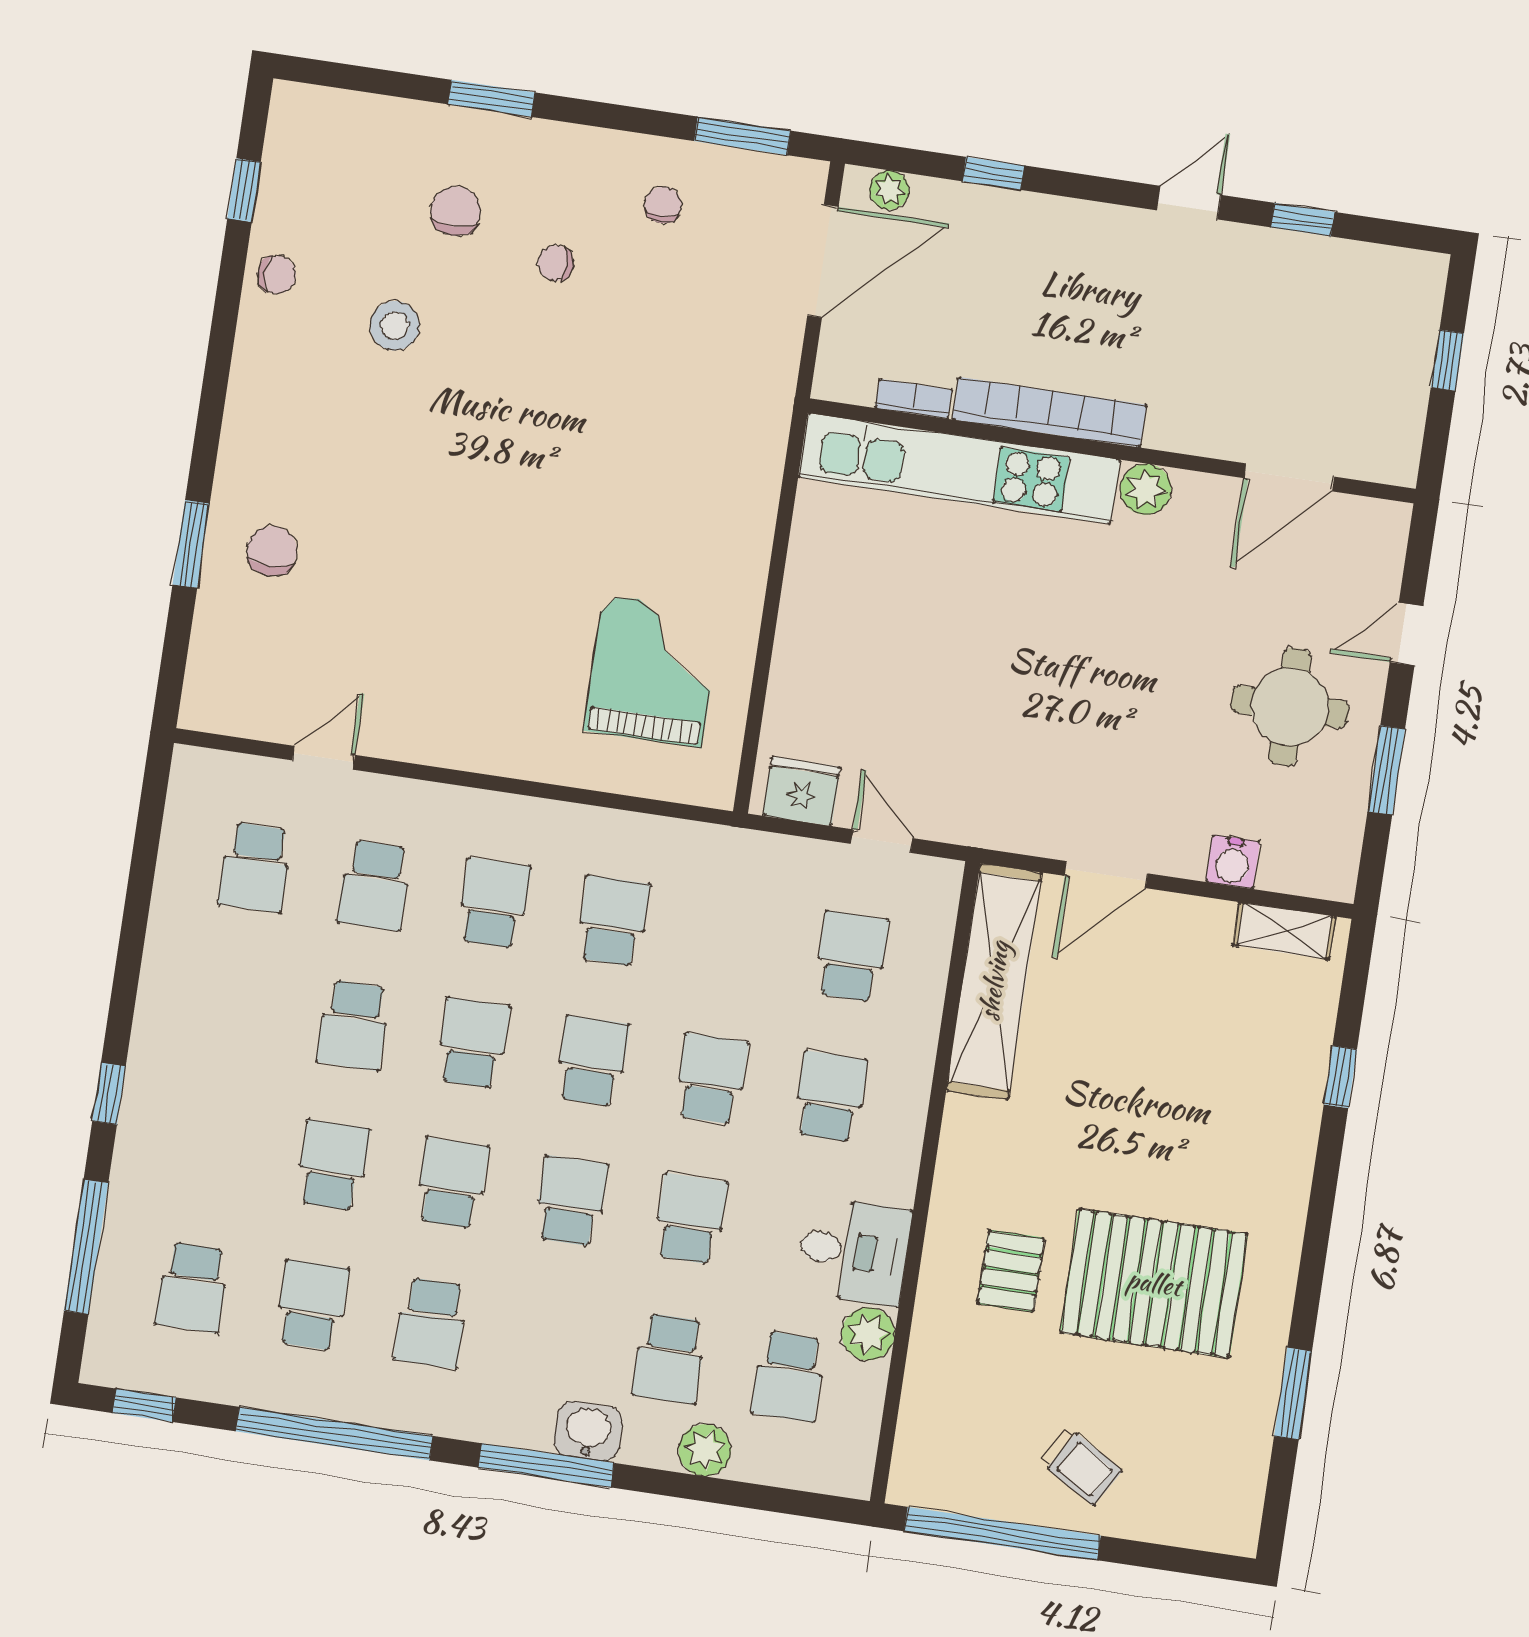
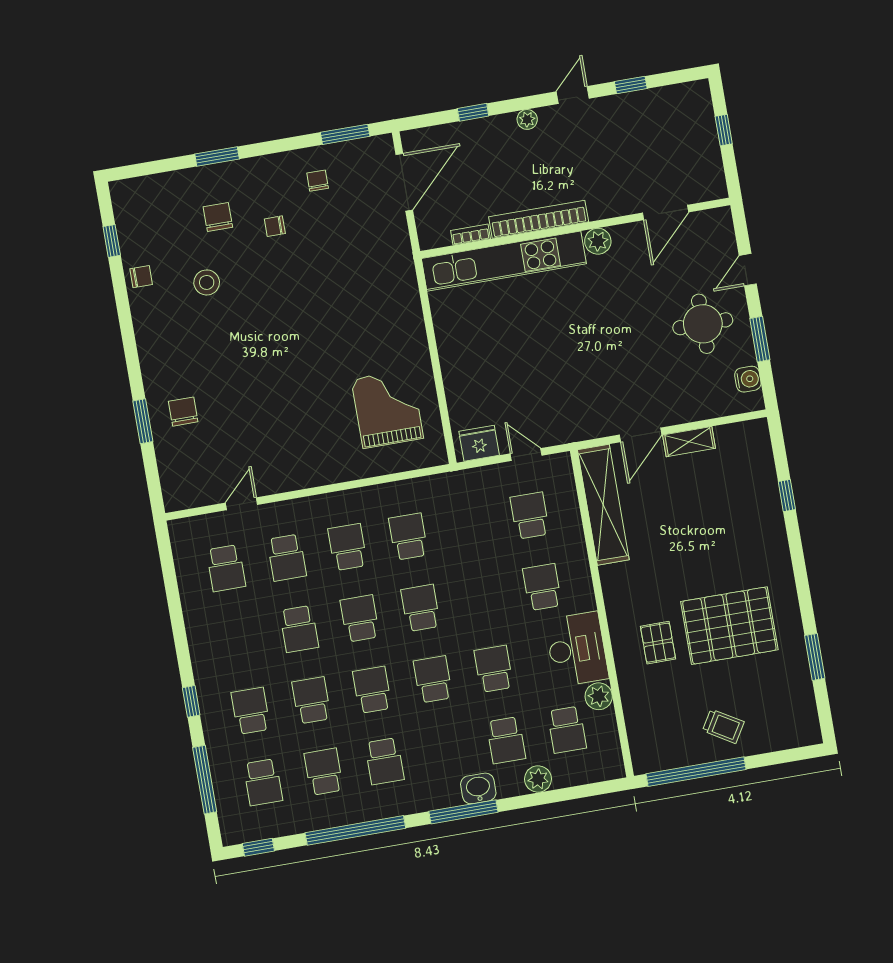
plant: (889, 190) -> (527, 119), moved
water cooler: (1233, 862) -> (748, 379), moved, turned -90
shelving: (1284, 931) -> (689, 442), moved
school desk: (711, 1079) -> (251, 711), moved
desk: (854, 1251) -> (577, 649), width x1.37

